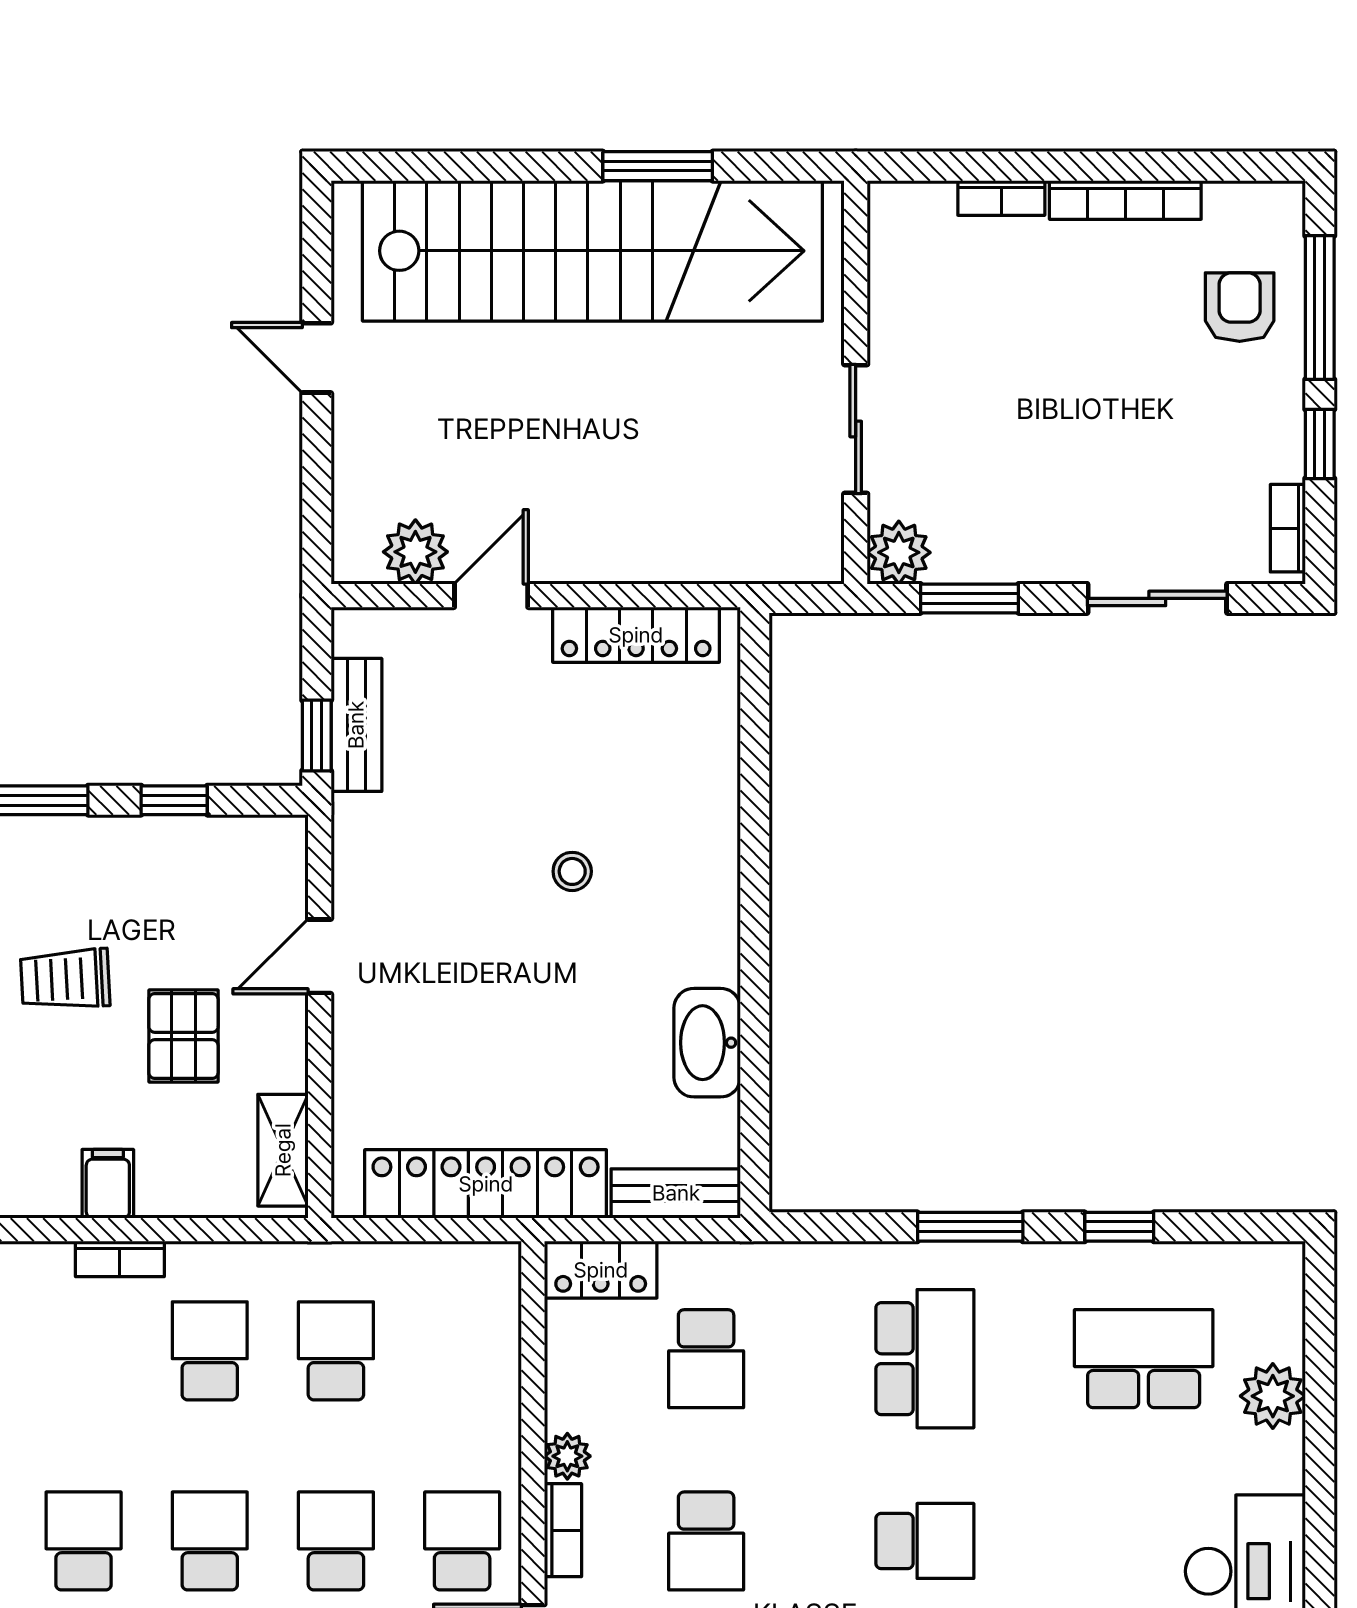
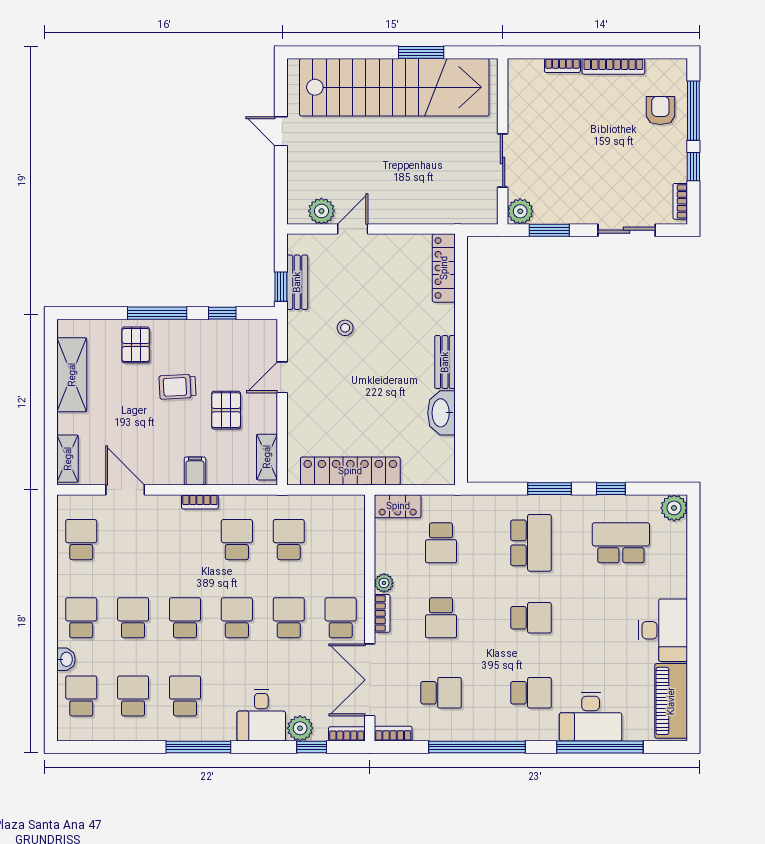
locker: (636, 635) -> (444, 268), moved, turned 90
stool: (572, 871) -> (345, 328), moved
bench: (676, 1193) -> (445, 362), moved, turned 90
plant: (1273, 1396) -> (674, 508), moved

